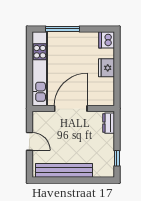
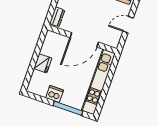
dishwasher: (107, 40) -> (55, 94), moved, turned -90
door: (29, 141) -> (128, 25), hinge flipped

